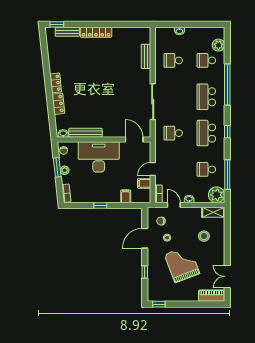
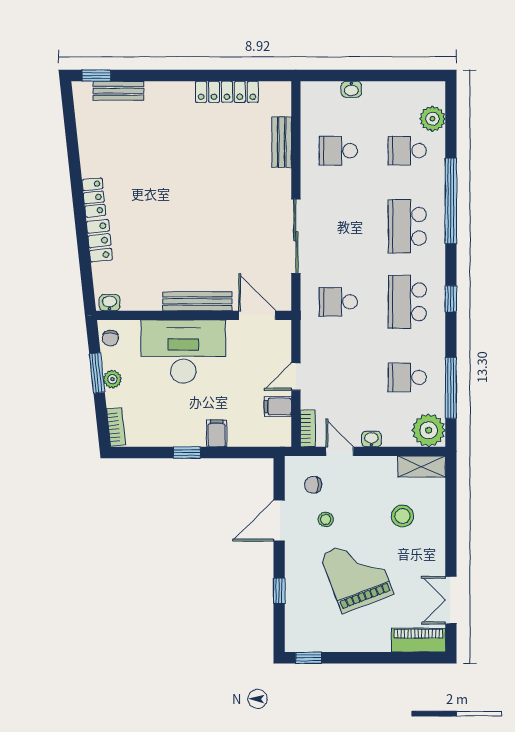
locker: (96, 32) -> (227, 92), moved
bench: (86, 133) -> (197, 301), moved
filing cabinet: (126, 196) -> (217, 433), moved

